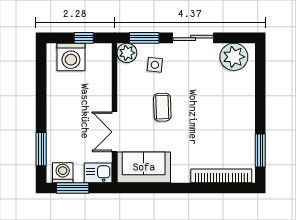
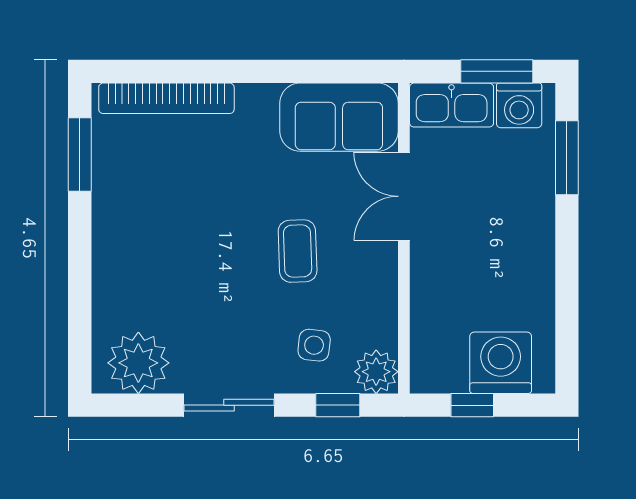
window: (144, 38) -> (338, 405), width x0.67
double door: (114, 132) -> (404, 196), swing flipped
kitchen sink: (98, 173) -> (452, 105), width x1.38

